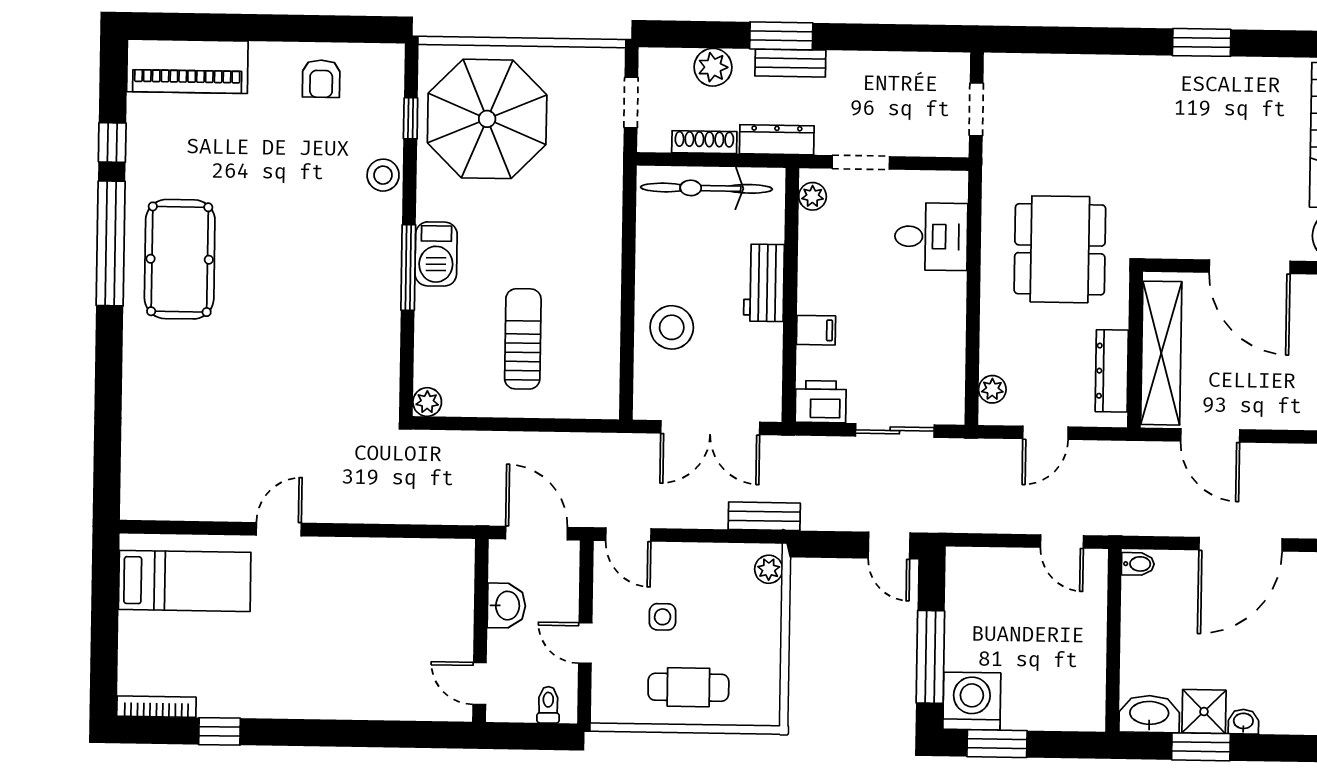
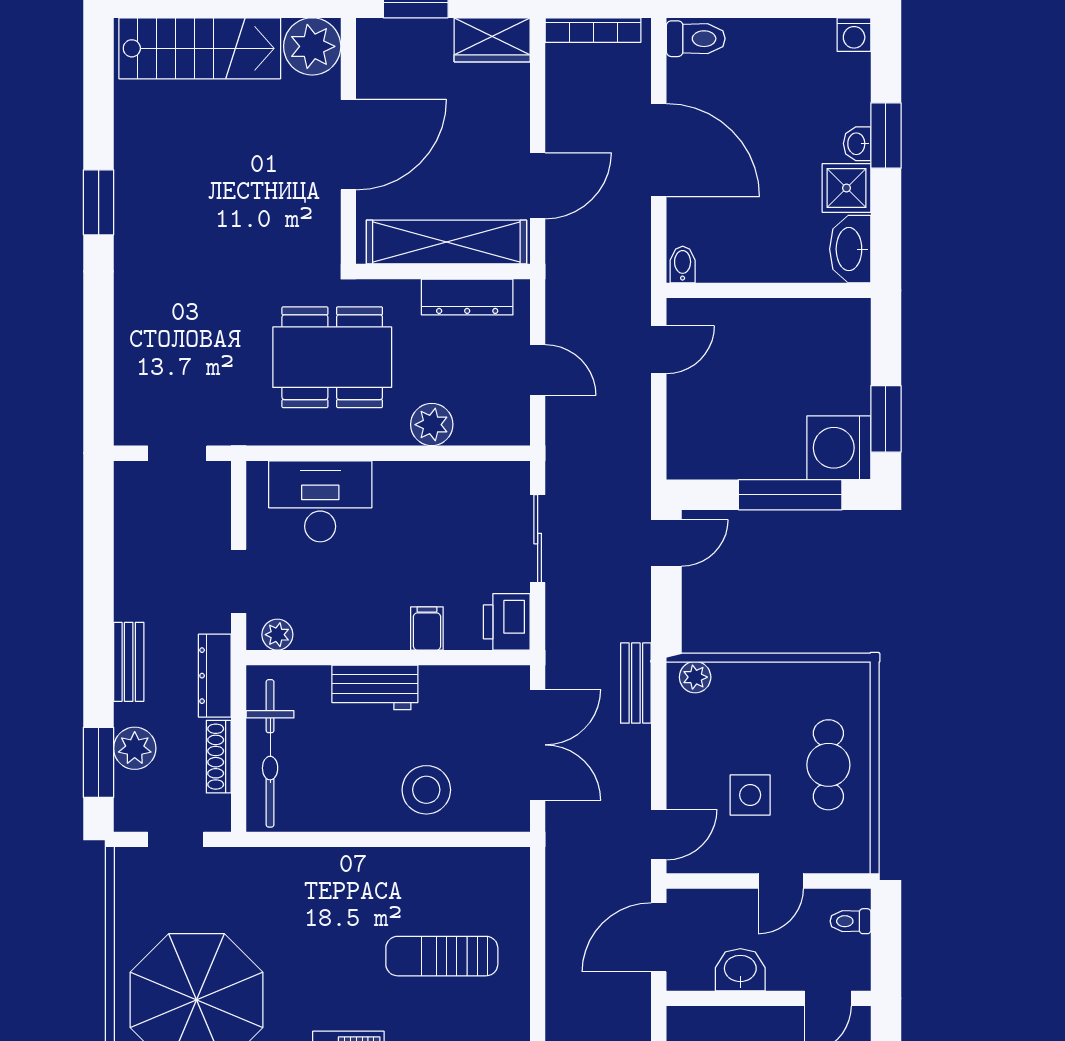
window: (781, 36) -> (99, 762), moved
desk: (931, 237) -> (320, 501), width x1.37
plant: (992, 389) -> (432, 425), moved, width x1.38, depth x1.38
side table: (663, 617) -> (750, 795), width x1.37, depth x1.37
window: (1201, 747) -> (886, 135), moved

